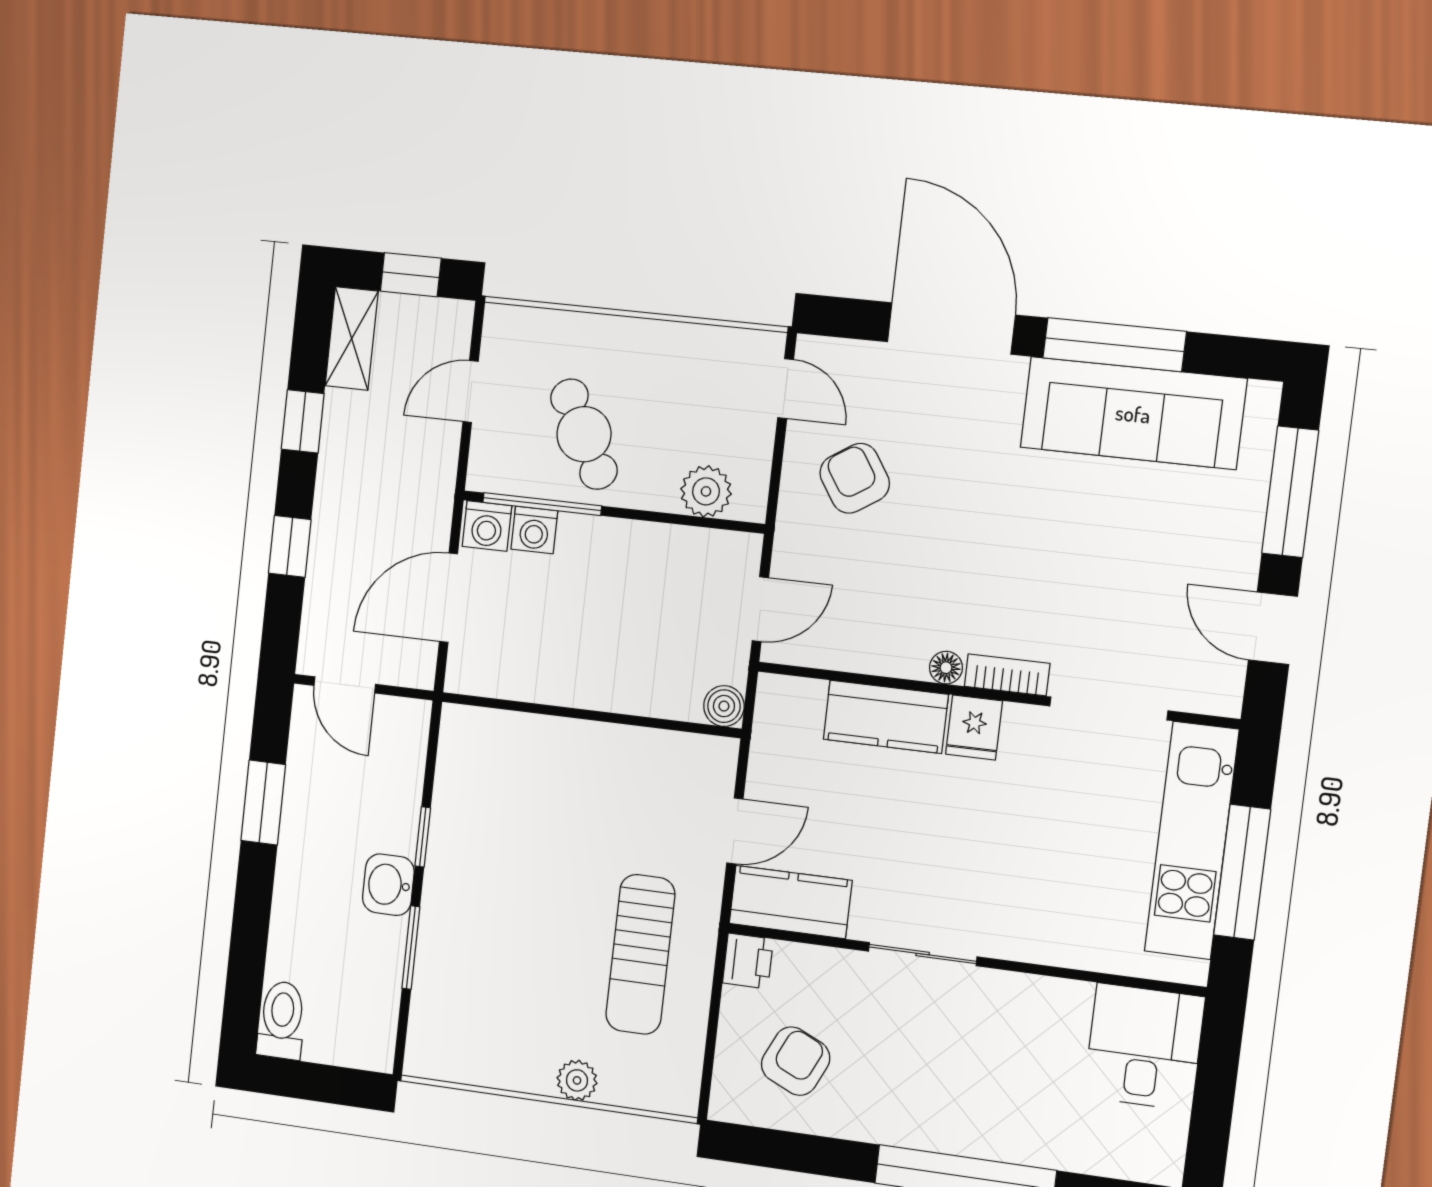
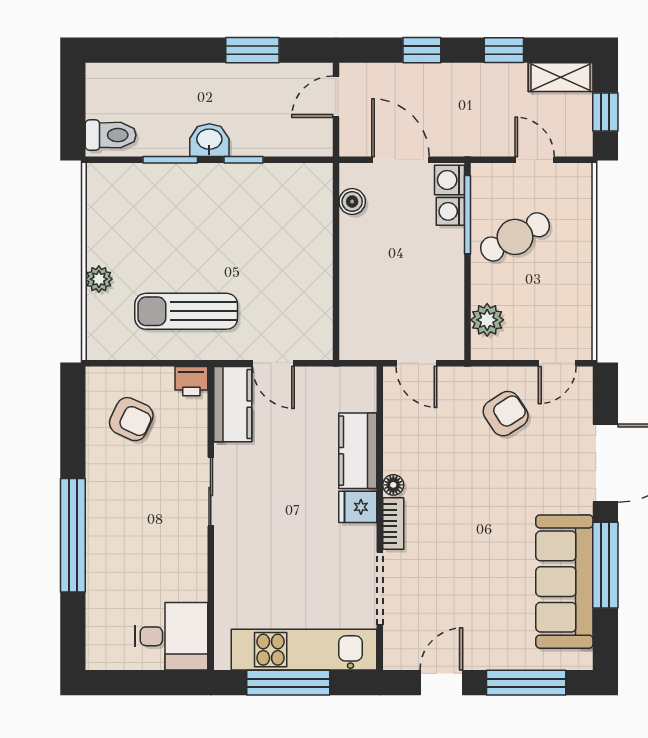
boiler: (724, 706) -> (352, 202), moved
toilet: (282, 1020) -> (111, 135), moved

